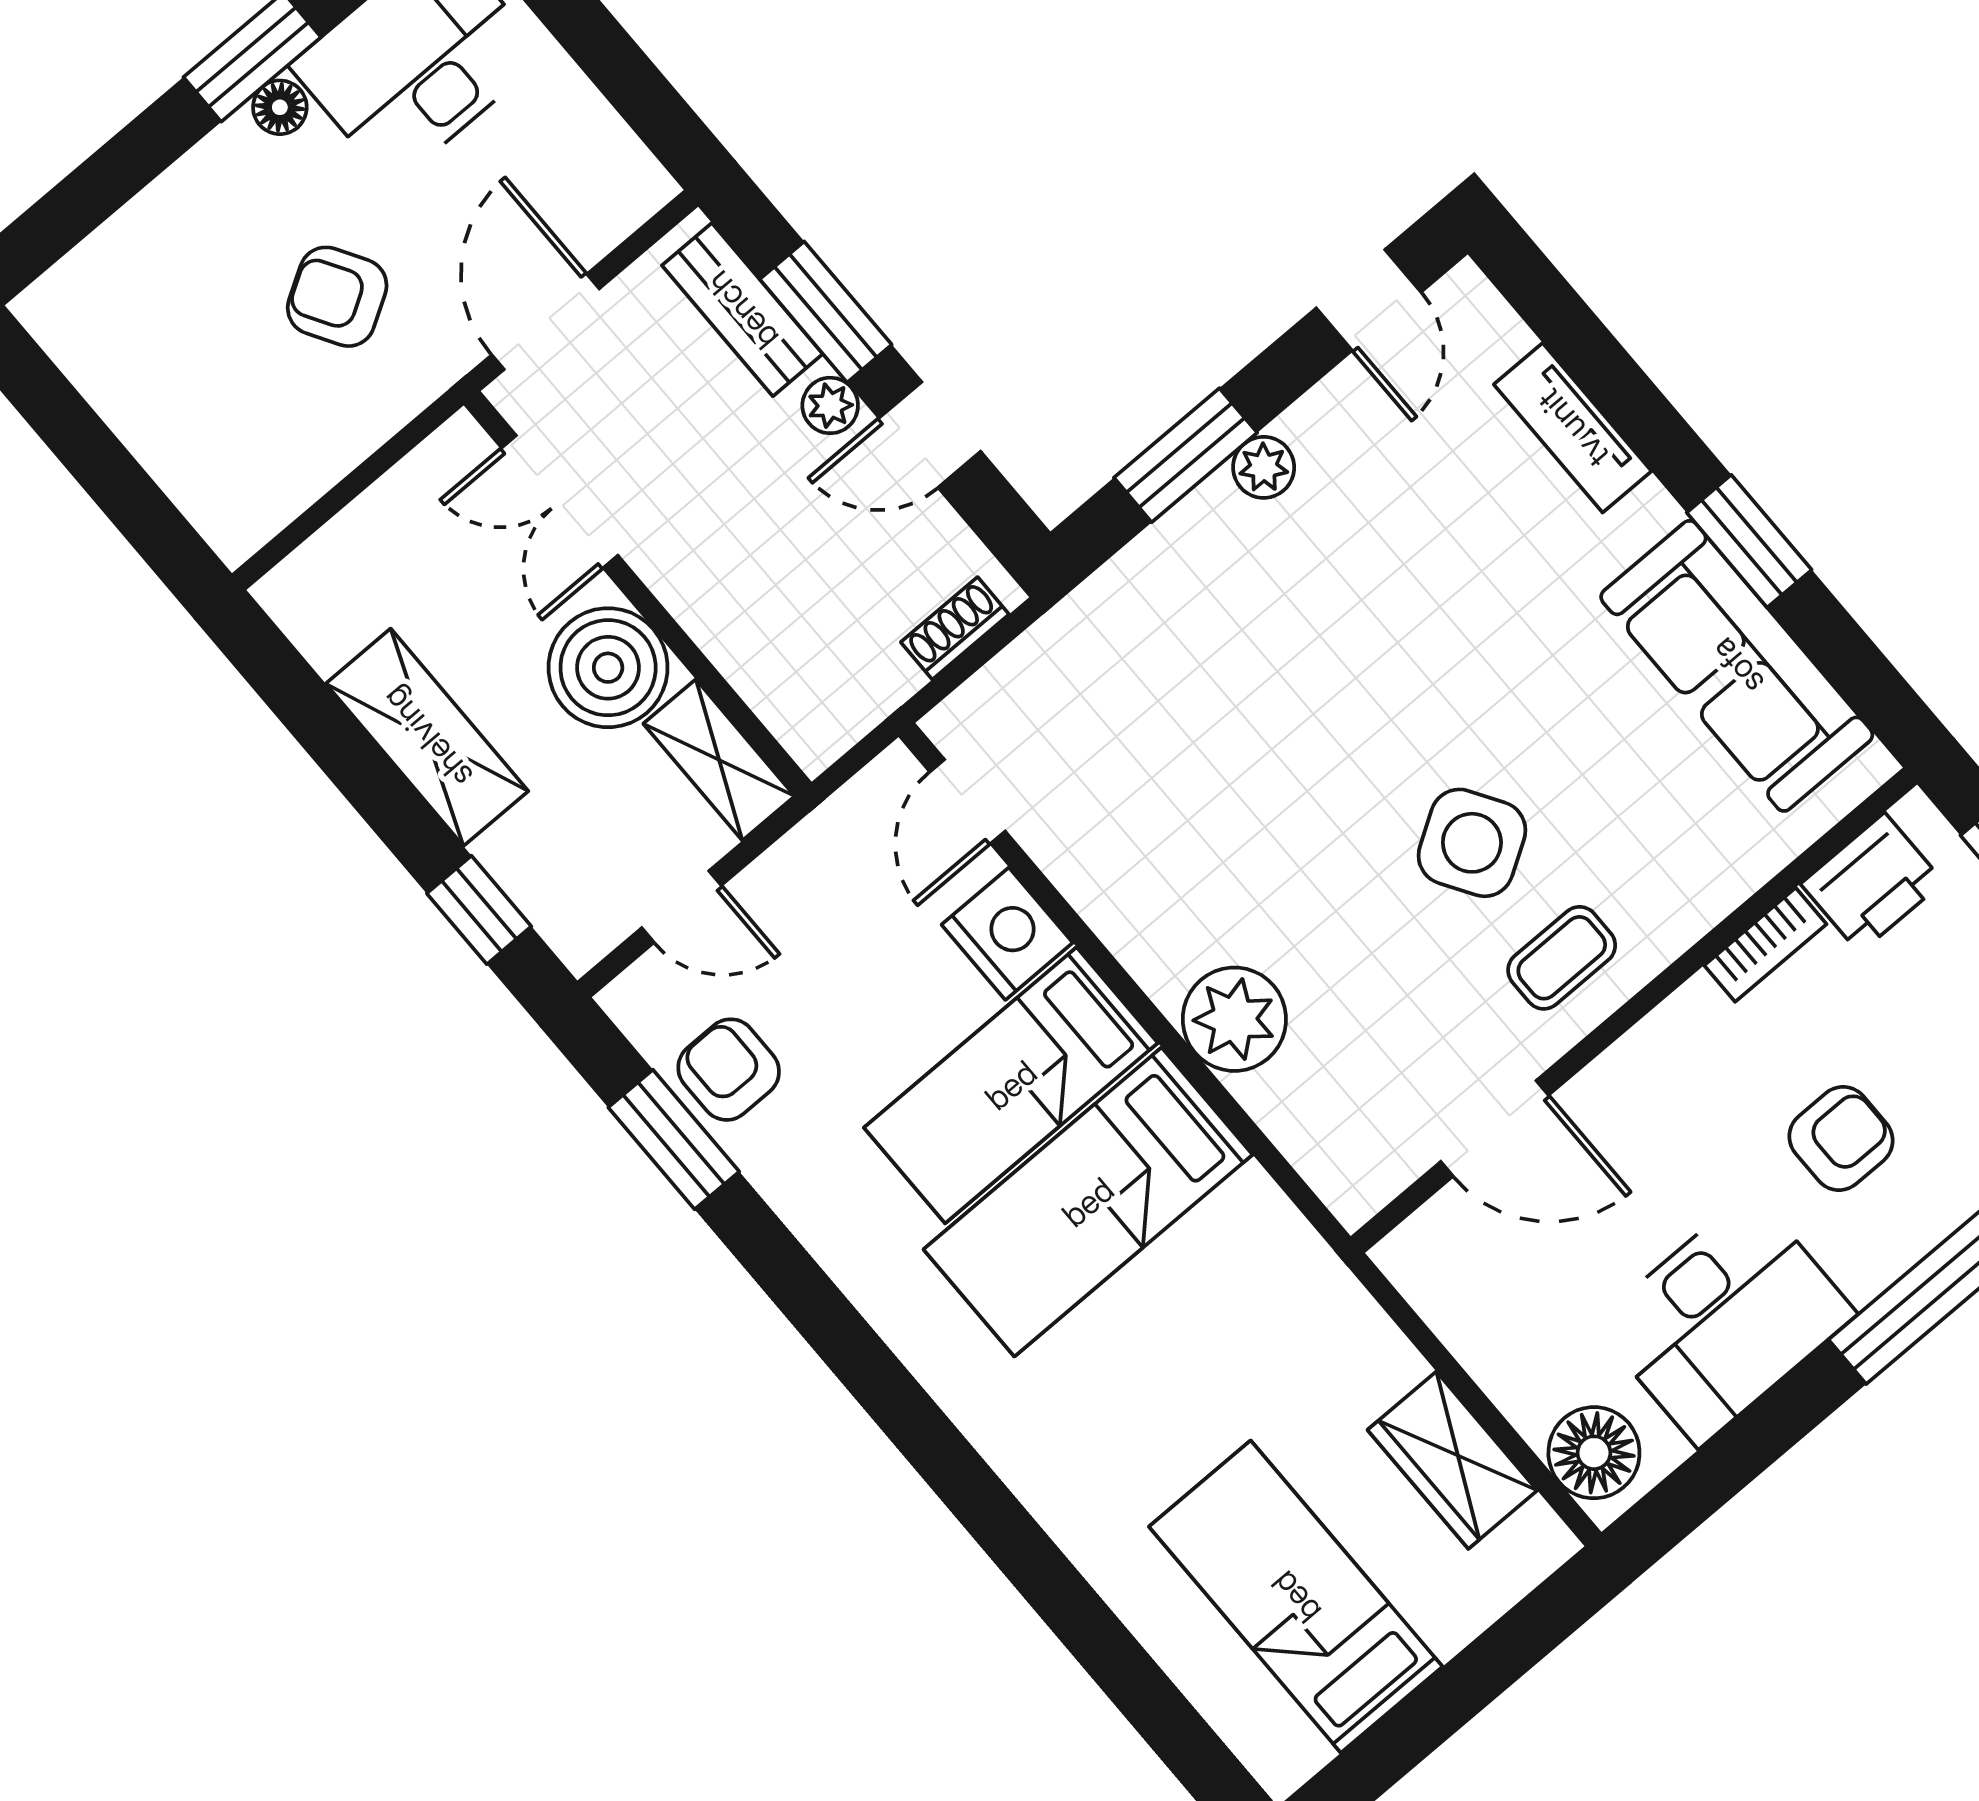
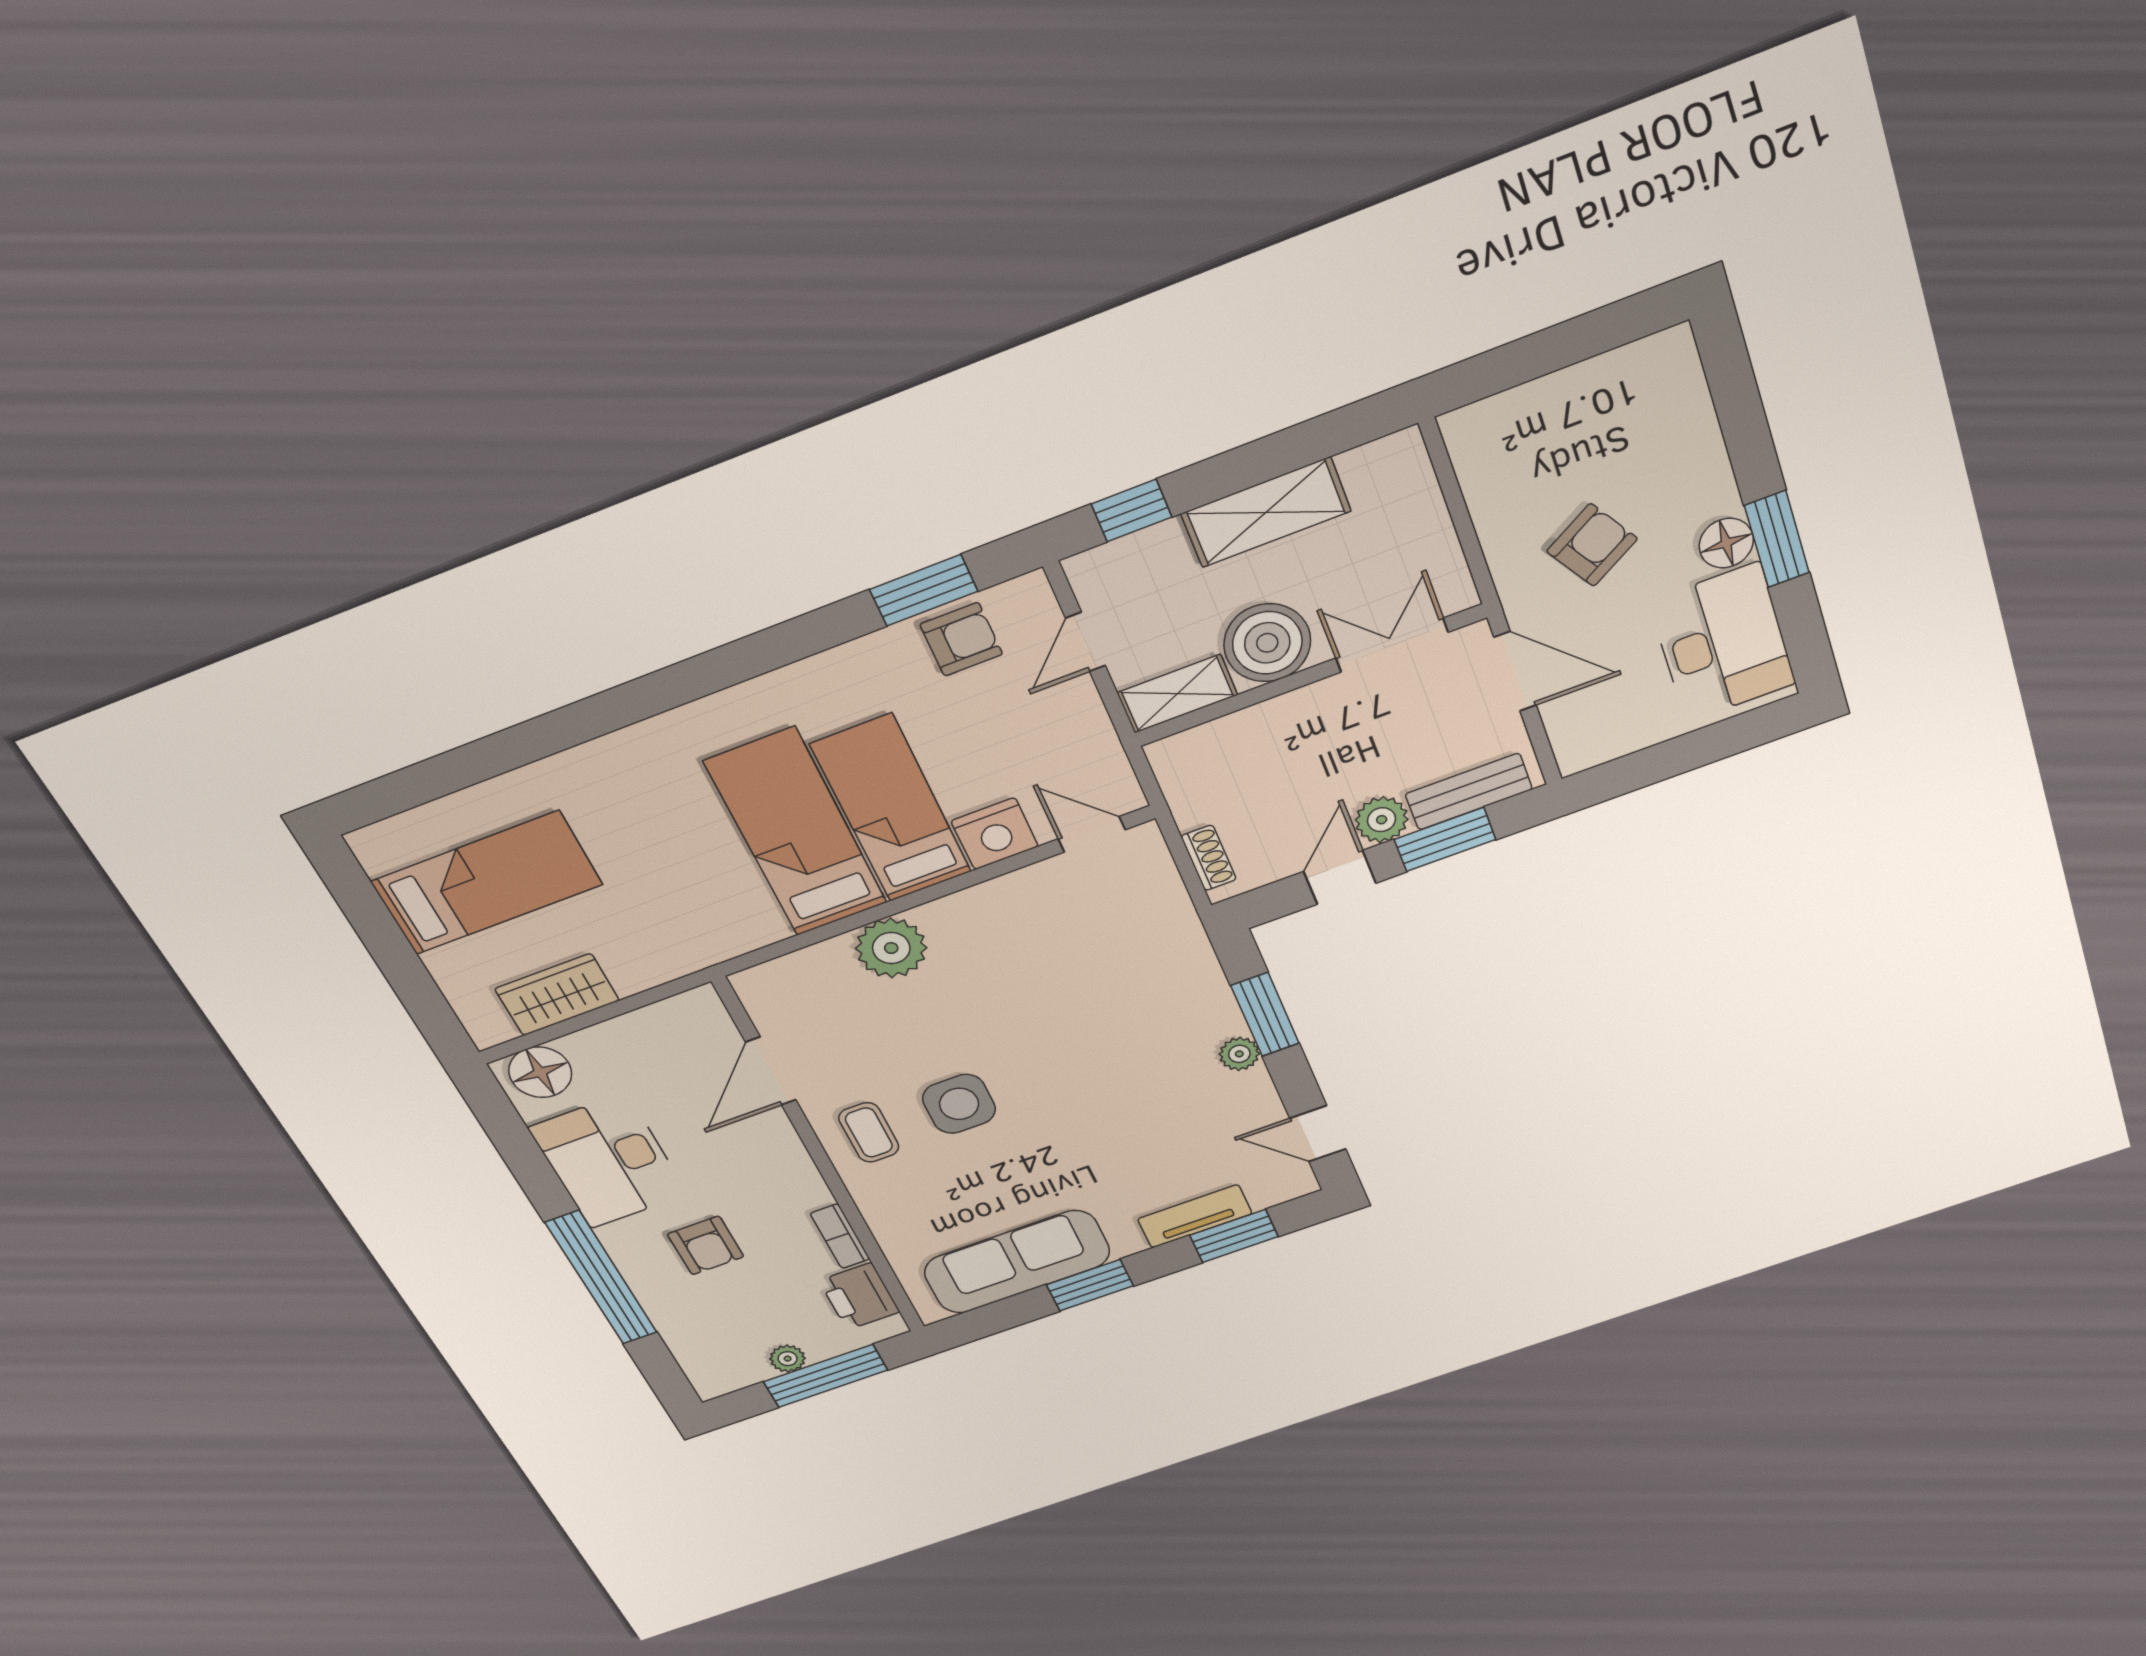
floor lamp: (280, 107) -> (1726, 543), width x1.37, depth x1.37
window: (1592, 356) -> (1234, 1236), added
plant: (830, 405) -> (1382, 820), width x1.38, depth x1.38
side table: (1472, 843) -> (959, 1104), turned 32

